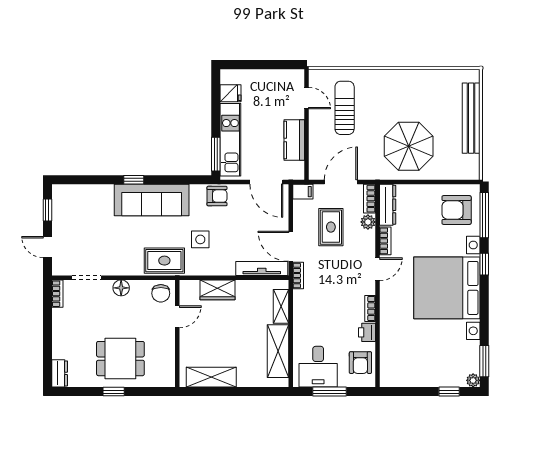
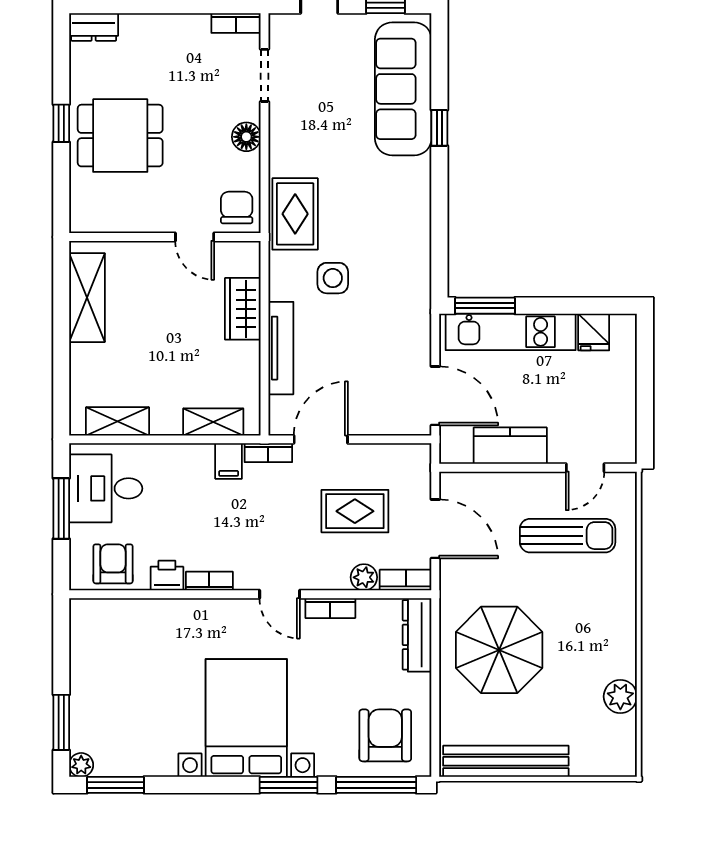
plant: (435, 78) -> (620, 696), added
bench: (471, 118) -> (506, 761), moved
window: (134, 180) -> (439, 128), moved
door: (266, 182) -> (435, 396), swing flipped
filing cabinet: (303, 192) -> (229, 461), moved
armchair: (217, 196) -> (410, 308), removed
sofa: (152, 200) -> (403, 89), moved
dresser: (388, 205) -> (417, 635), moved, turned 90
window: (484, 264) -> (289, 785), width x1.50
tv unit: (262, 269) -> (281, 348), moved
bed with nightstands: (447, 288) -> (246, 718), width x0.73
chair: (161, 293) -> (237, 207), turned 90
shelving: (278, 351) -> (117, 421), width x0.67, depth x0.75
dining table: (120, 359) -> (120, 136), turned 90
armchair: (360, 363) -> (113, 564), turned 90
window: (449, 392) -> (61, 722), width x1.50

